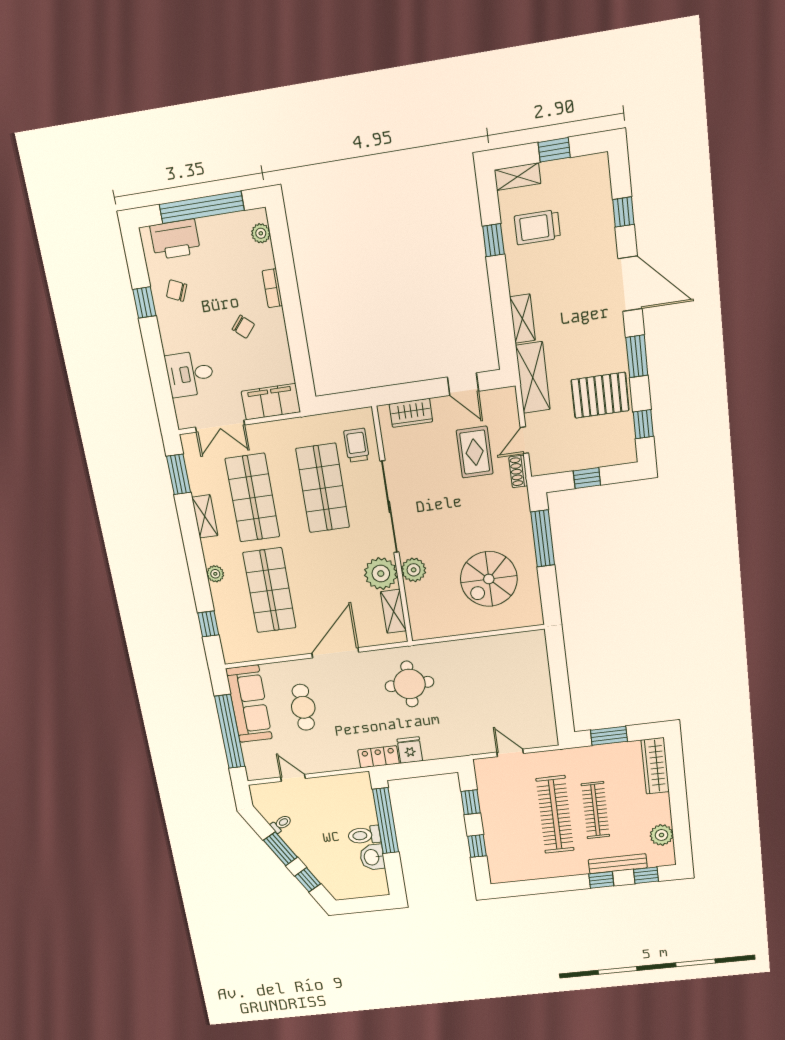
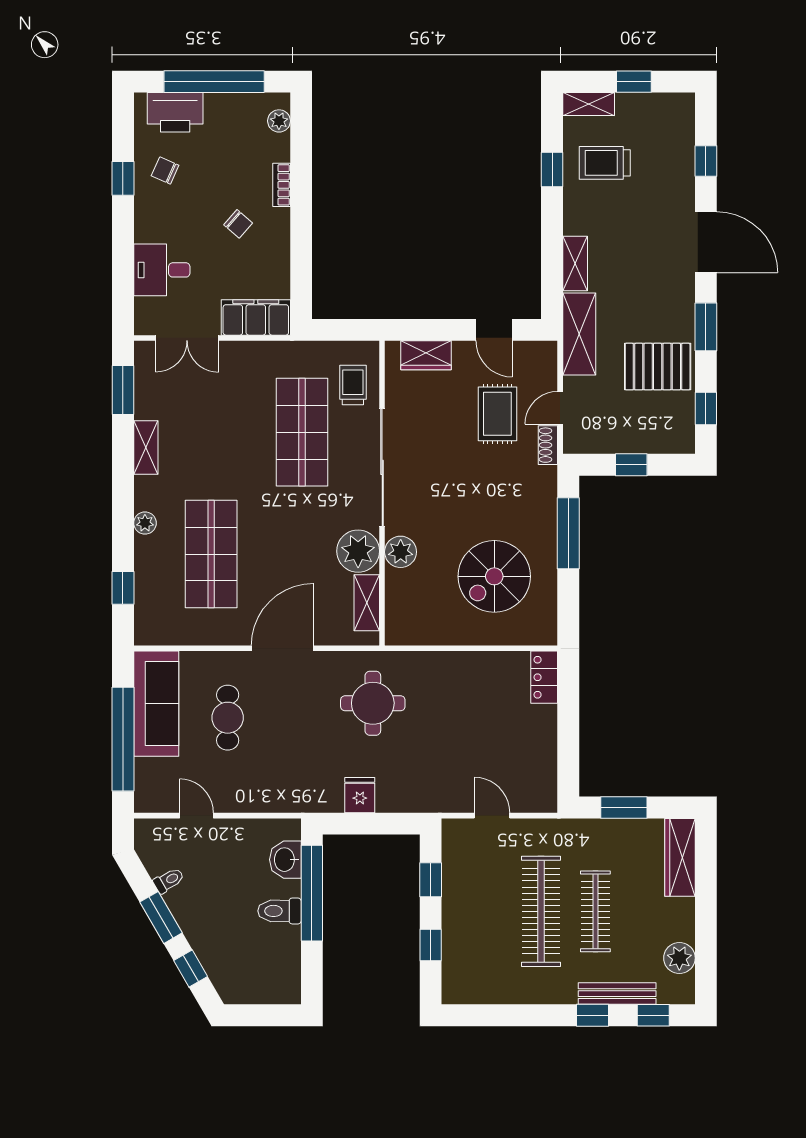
shop shelf: (252, 498) -> (211, 432), removed
locker: (378, 757) -> (544, 677), moved, turned -90
washbasin: (372, 857) -> (285, 860), moved

